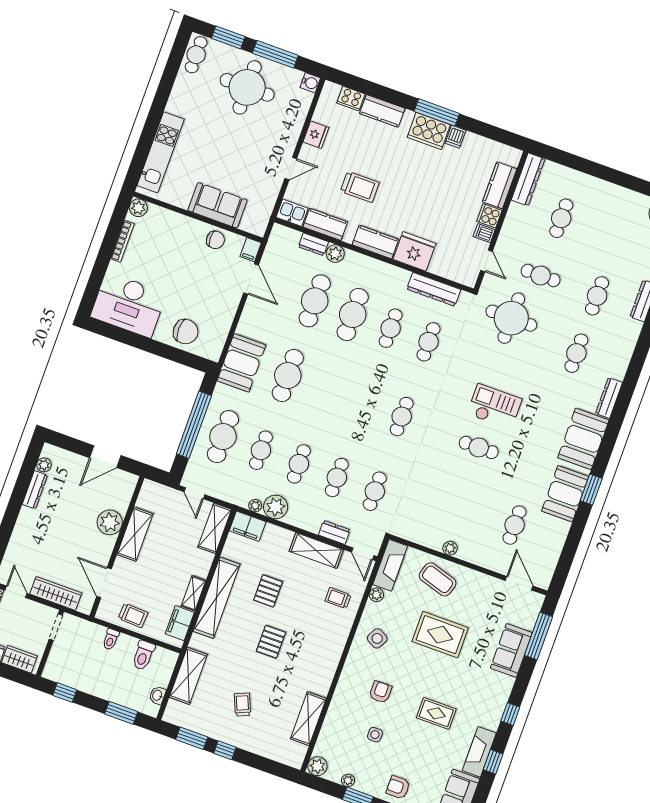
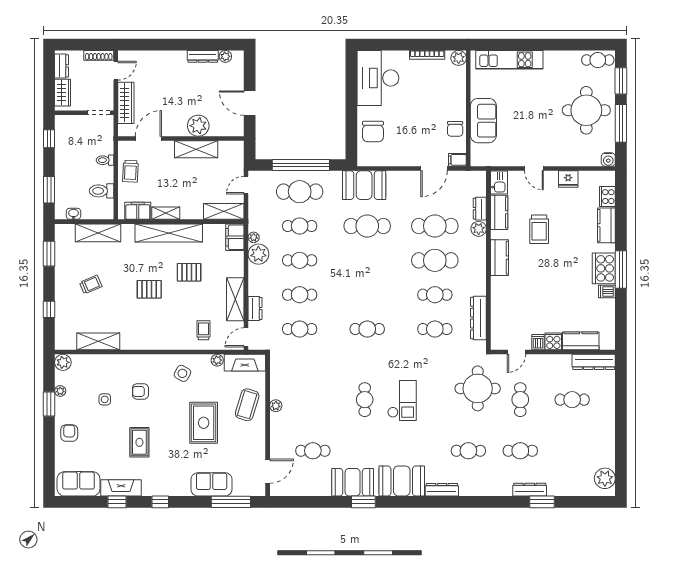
fridge: (414, 251) -> (503, 292), removed
armchair: (380, 692) -> (140, 391), turned 180
window: (225, 750) -> (49, 309), moved

